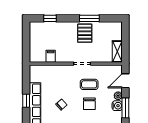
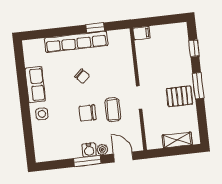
window: (89, 18) -> (198, 86), moved
shelving: (117, 52) -> (177, 140), moved
filing cabinet: (51, 56) -> (142, 33), moved
window: (26, 101) -> (95, 28), moved

